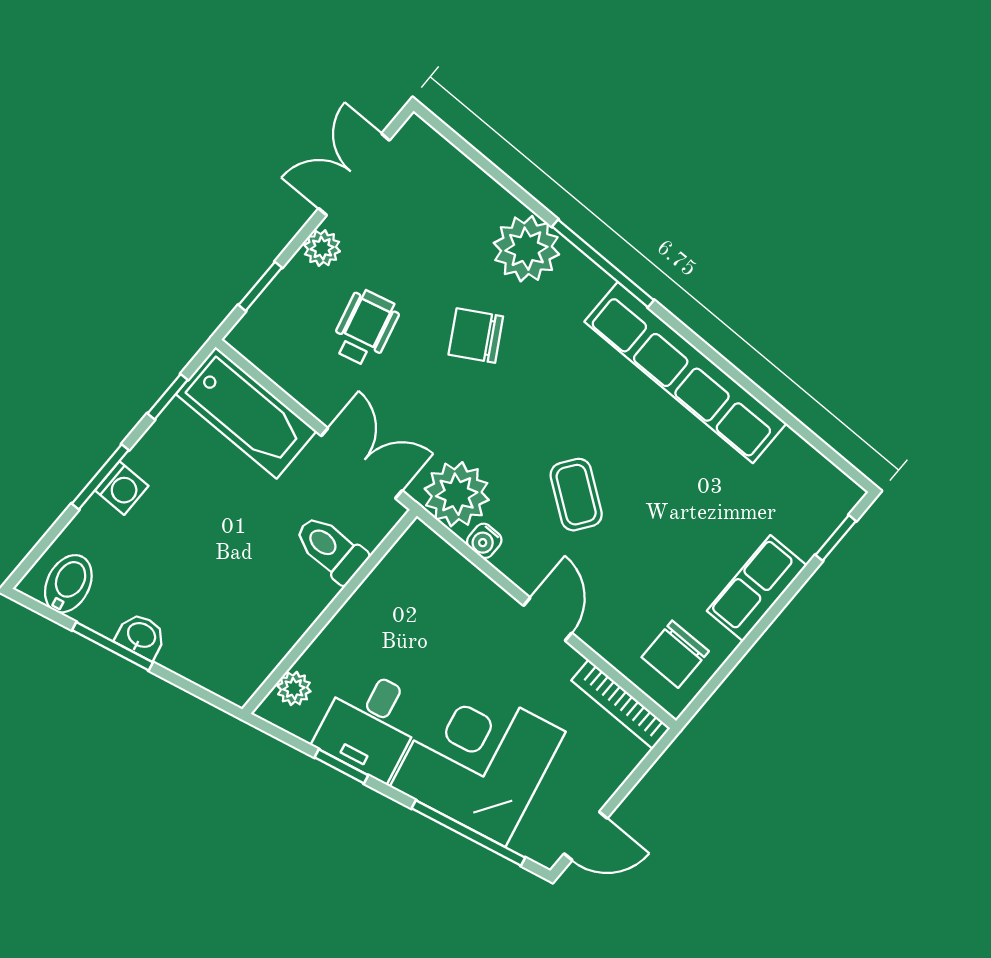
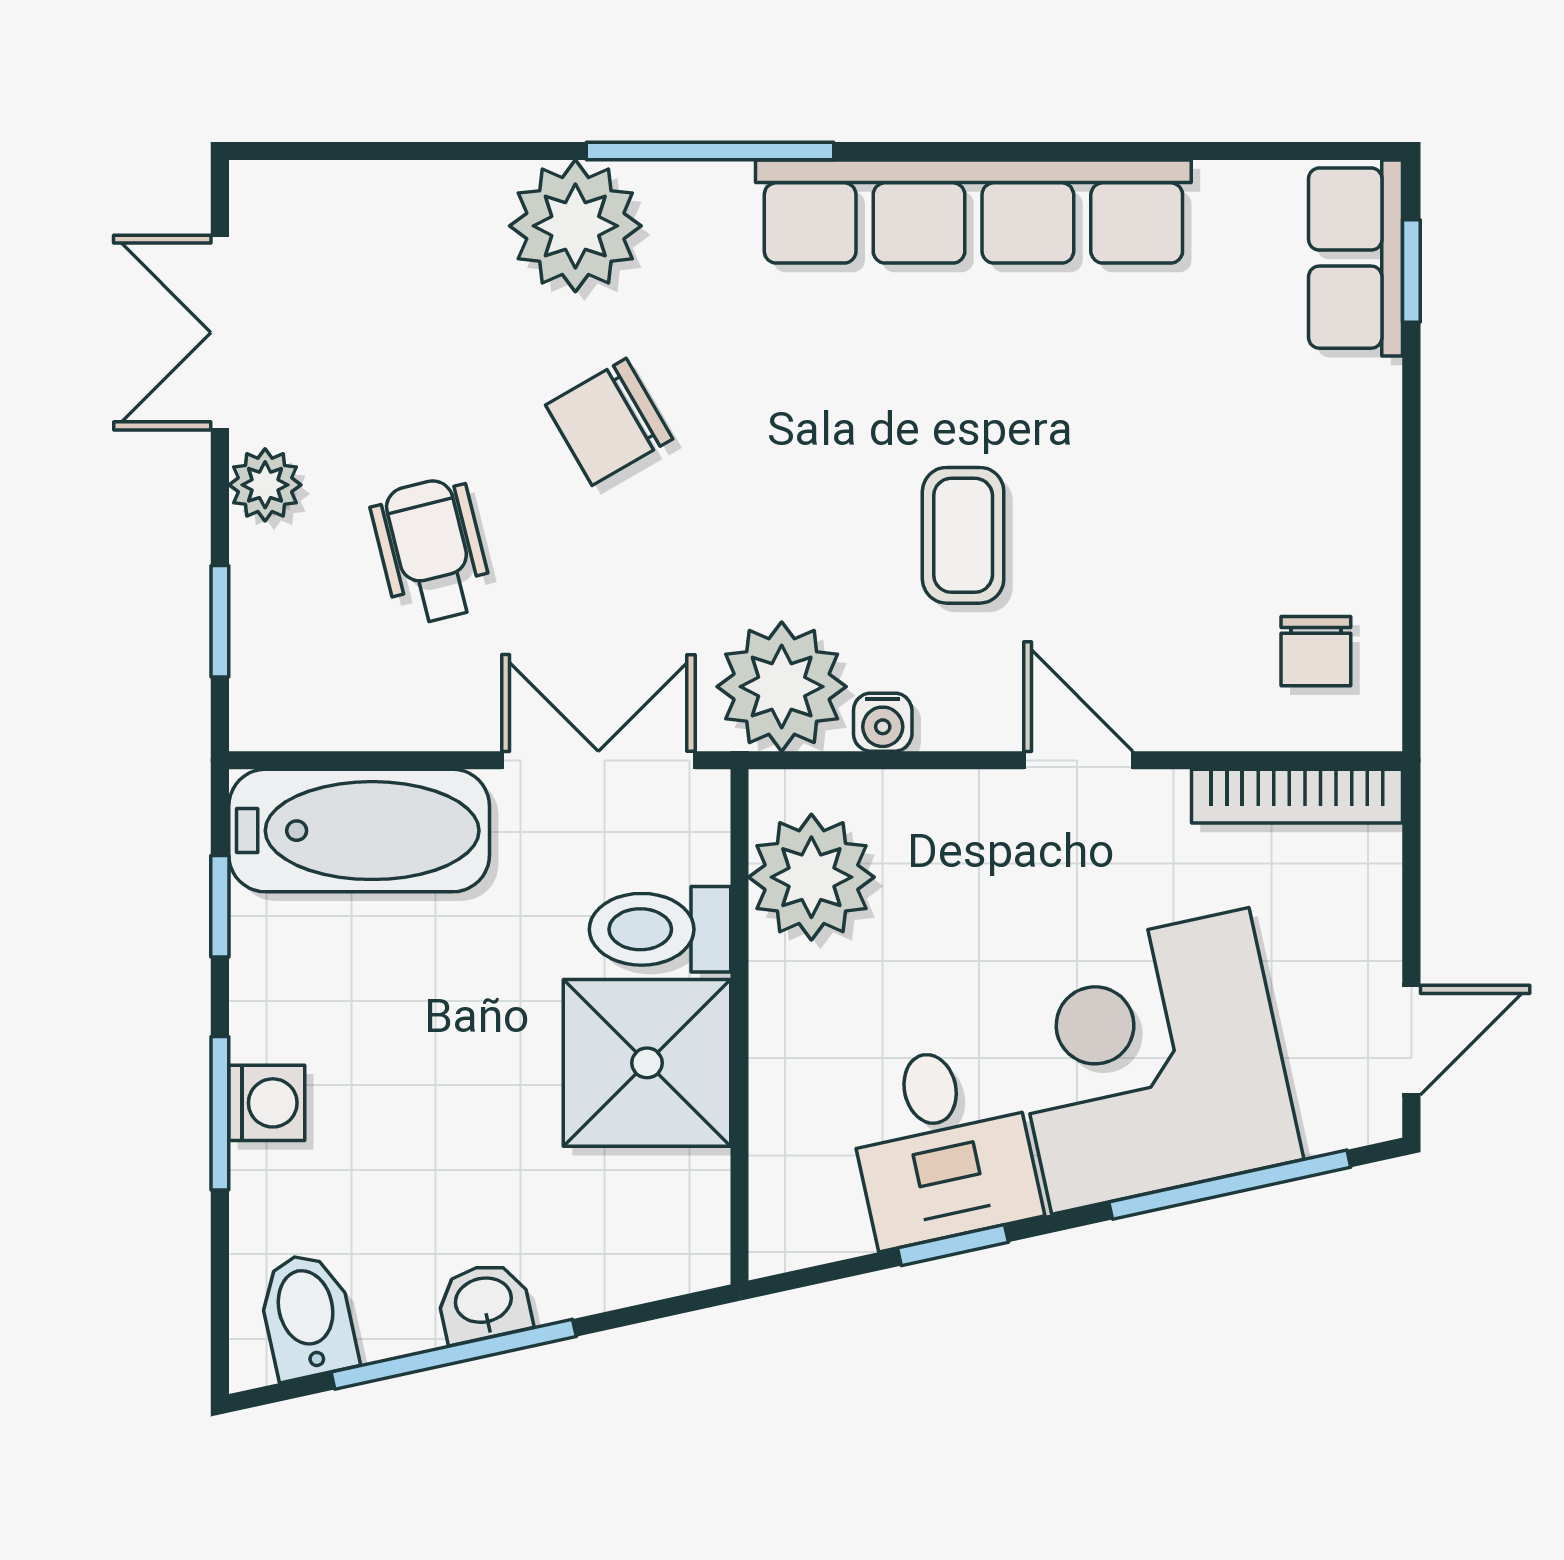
coffee table: (576, 495) -> (963, 535), turned 54
row of seats: (757, 588) -> (1356, 258), moved
shower: (282, 596) -> (647, 1063), added
window: (112, 646) -> (454, 1354), width x1.44
chair: (675, 654) -> (1316, 651), width x0.73, depth x0.73
plant: (294, 688) -> (811, 877), moved, width x1.88, depth x1.88

